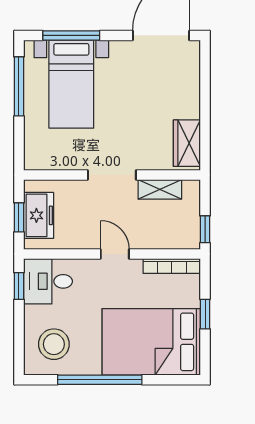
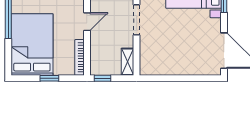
wardrobe: (187, 143) -> (156, 67), removed
shelving: (160, 189) -> (127, 62), moved

